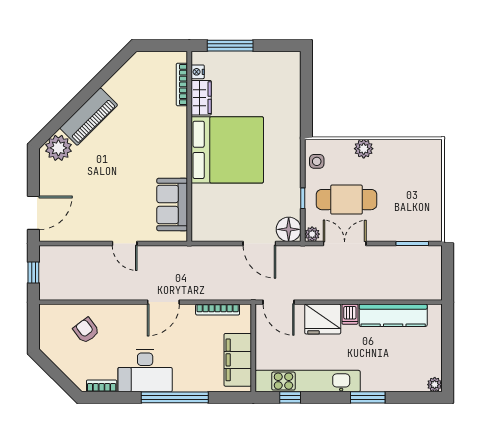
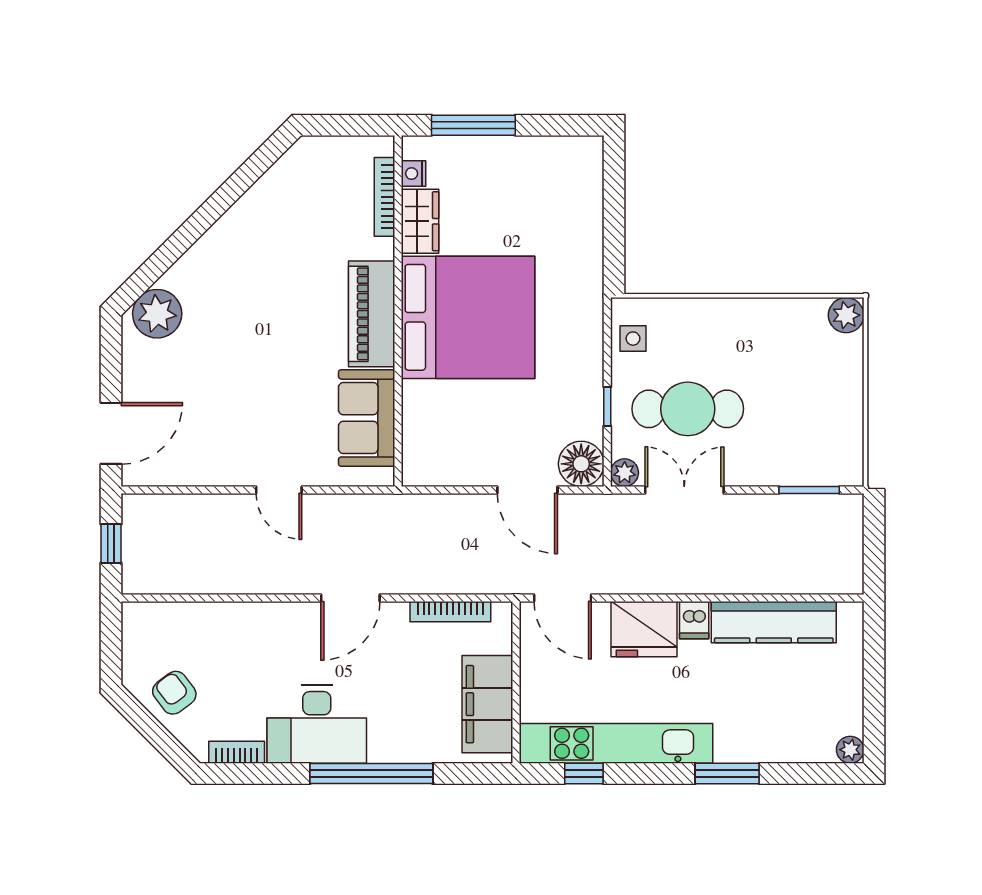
piano: (89, 117) -> (372, 314), moved, turned 135
plant: (364, 149) -> (846, 315), moved
armchair: (86, 330) -> (174, 693), moved

